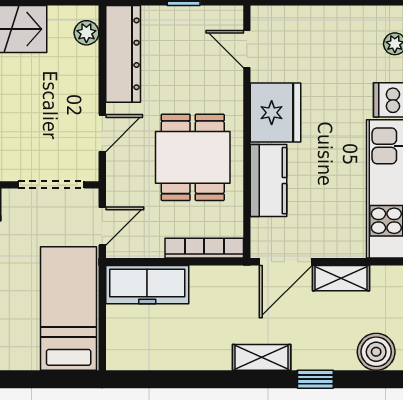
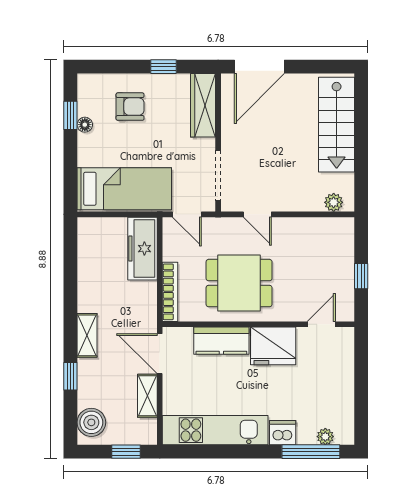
dresser: (123, 54) -> (318, 230), removed

